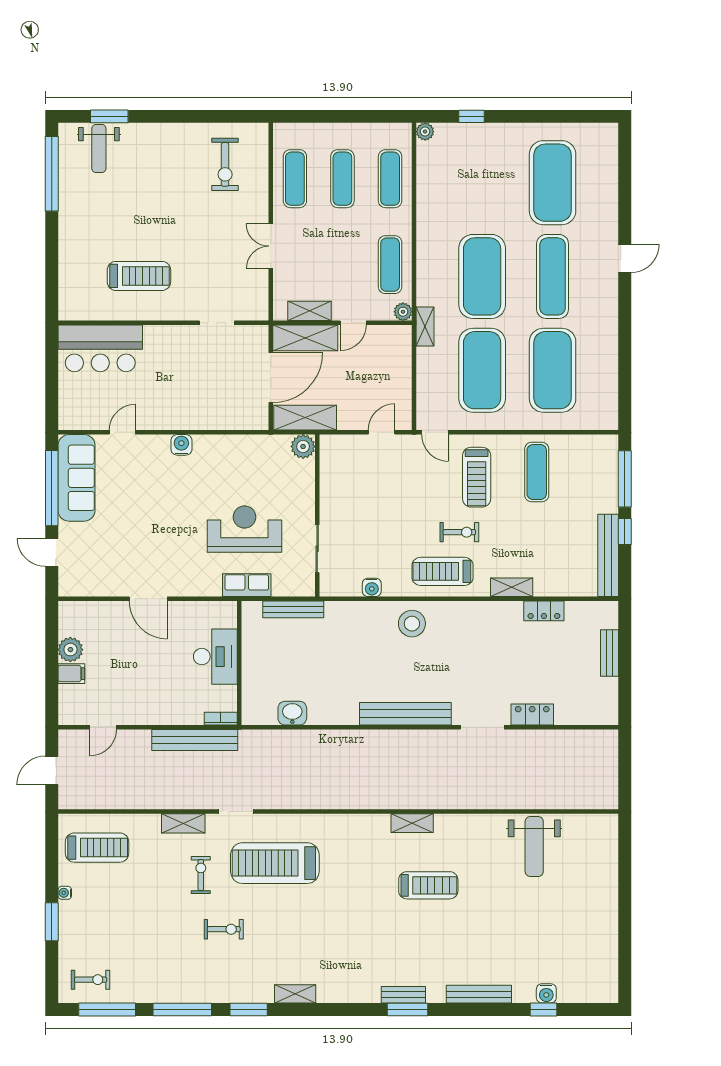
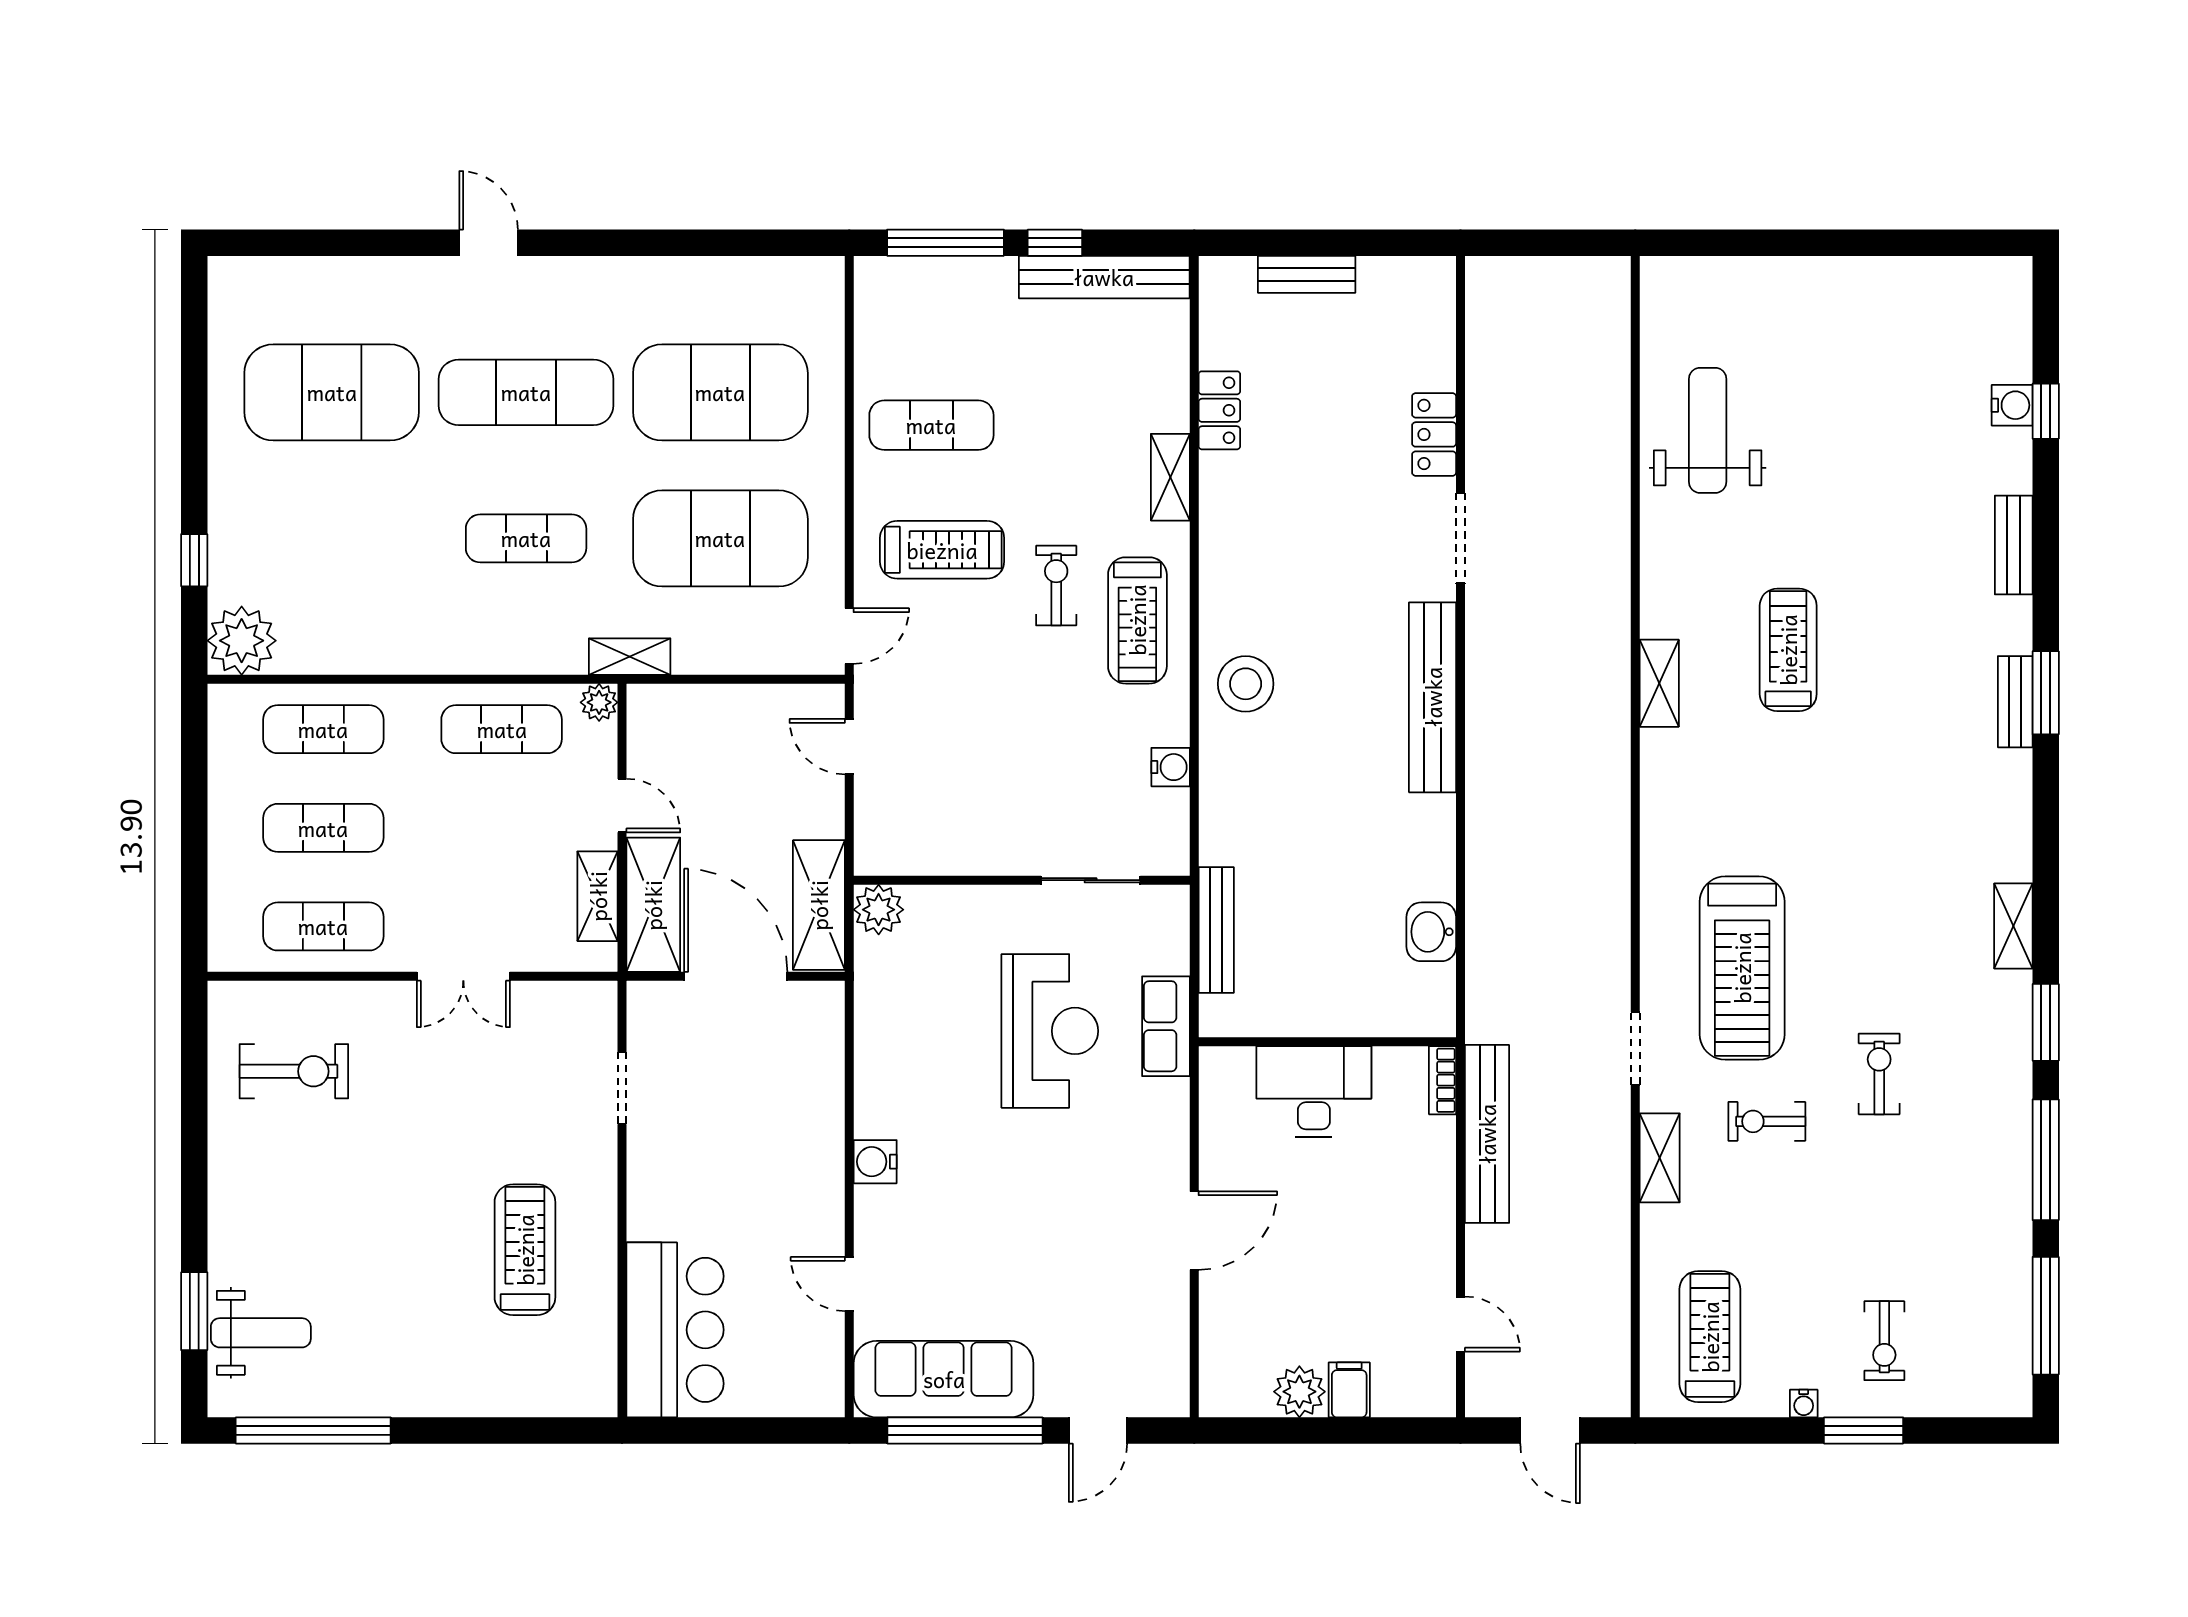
plant: (425, 132) -> (242, 641), width x1.88, depth x1.88
exercise mat: (482, 276) -> (526, 538), width x0.50, depth x0.69
reception desk: (244, 529) -> (1050, 1031), turned 180
weight bench: (534, 846) -> (1708, 430), turned -90
exercise bike: (91, 980) -> (1884, 1341), moved, turned 180
bench: (479, 994) -> (2014, 545), width x0.73

